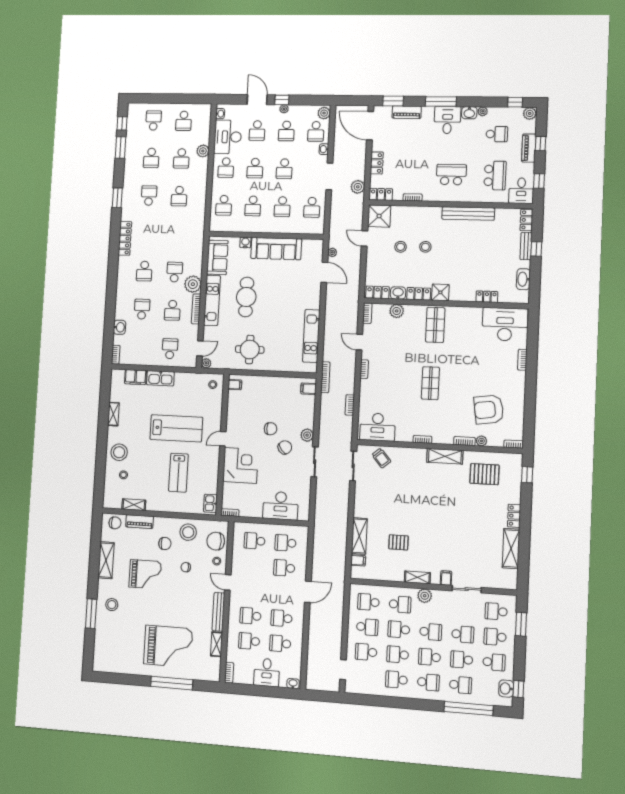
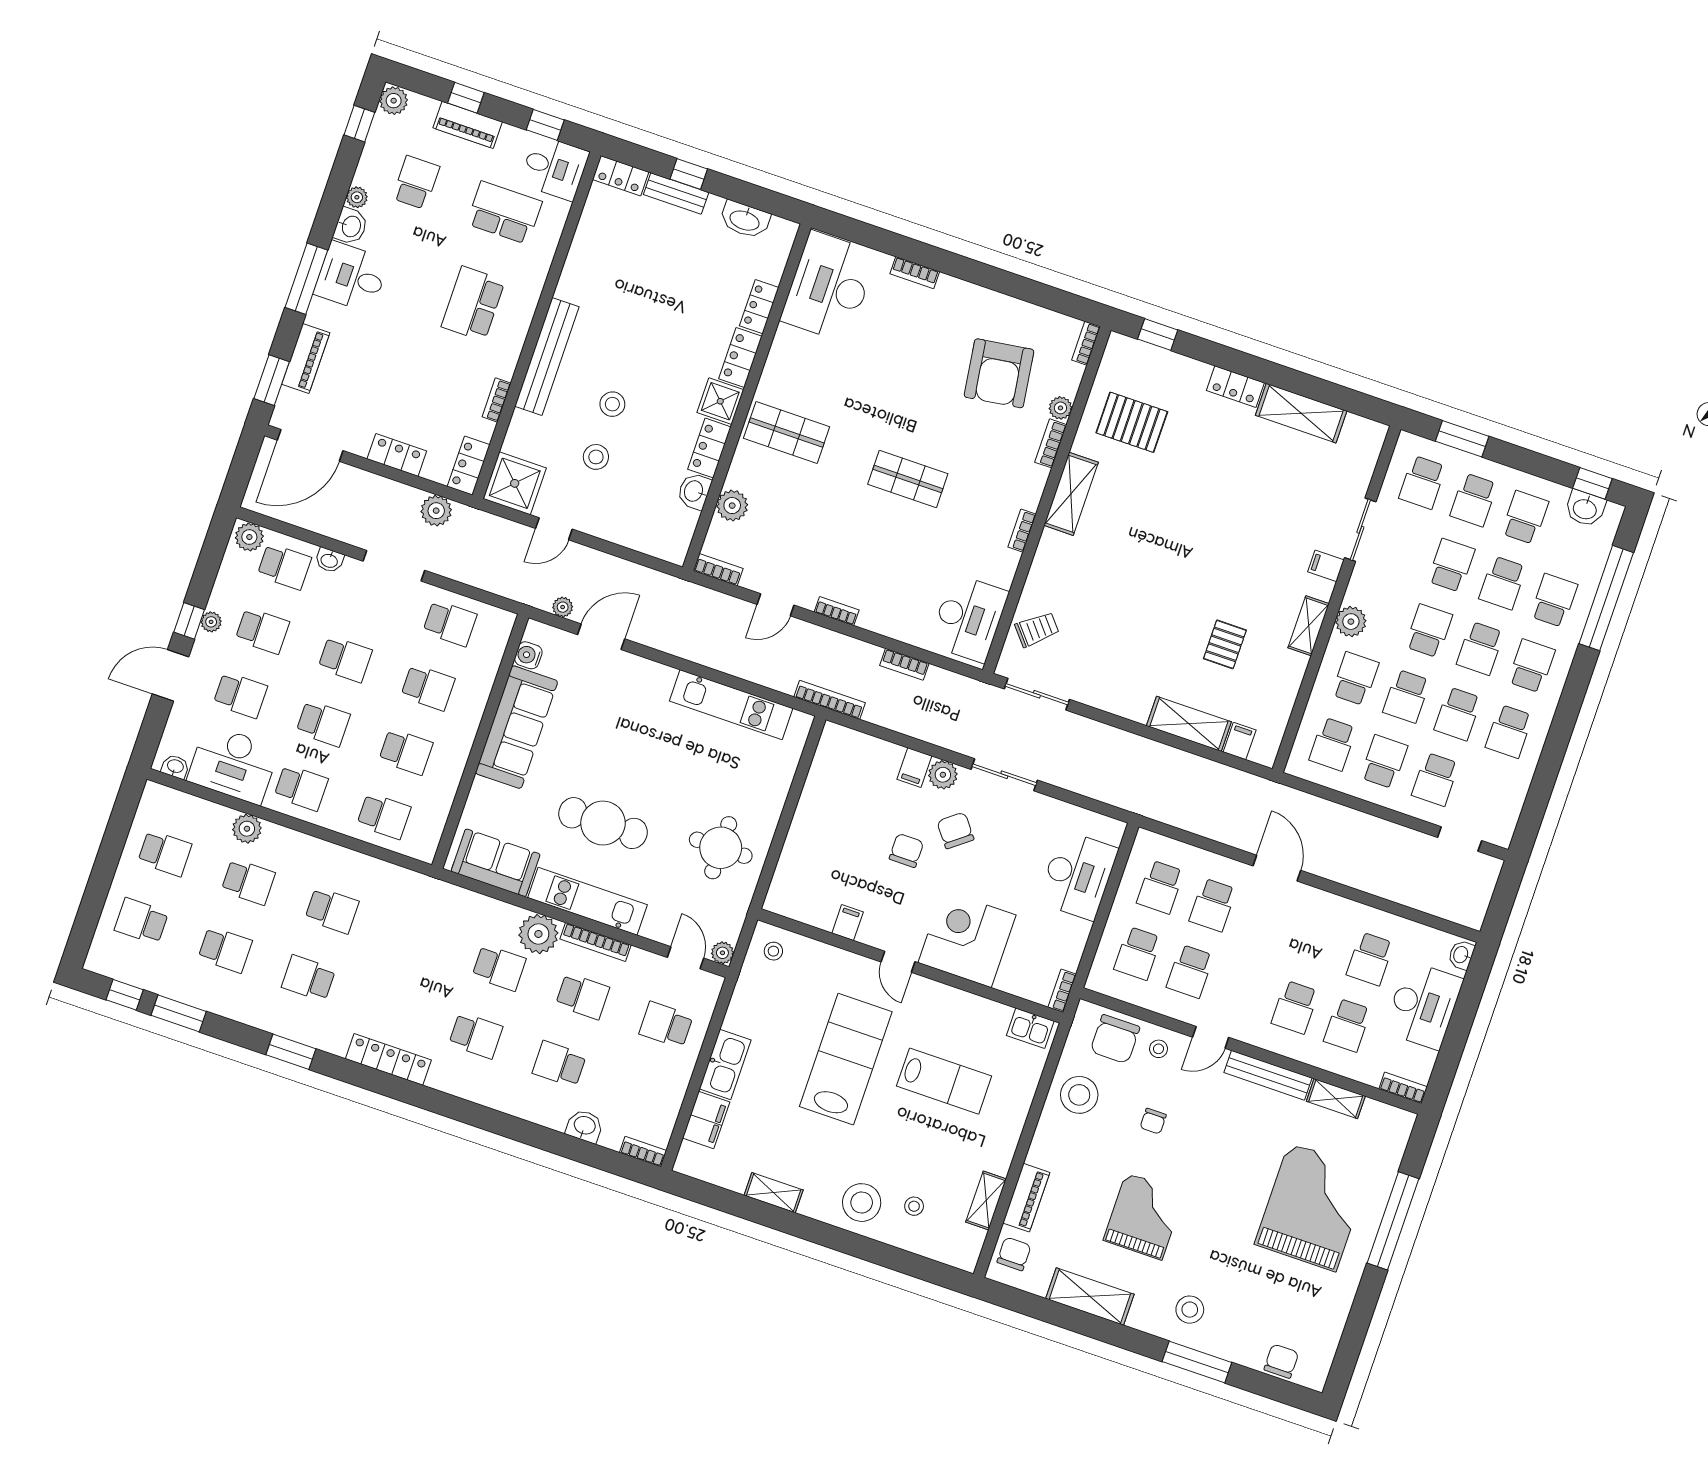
bench: (468, 214) -> (547, 357), moved
water cooler: (245, 242) -> (528, 655), moved
school desk: (175, 272) -> (499, 968), turned 180
locker: (377, 292) -> (740, 357), moved
filing cabinet: (235, 385) -> (848, 923), moved
filing cabinet: (308, 389) -> (914, 767), moved
pallet: (484, 474) -> (1132, 422), turned 90
chair: (165, 543) -> (1281, 1361), moved
school desk: (282, 618) -> (1190, 971), moved
desk: (267, 672) -> (1423, 1005), width x1.37

